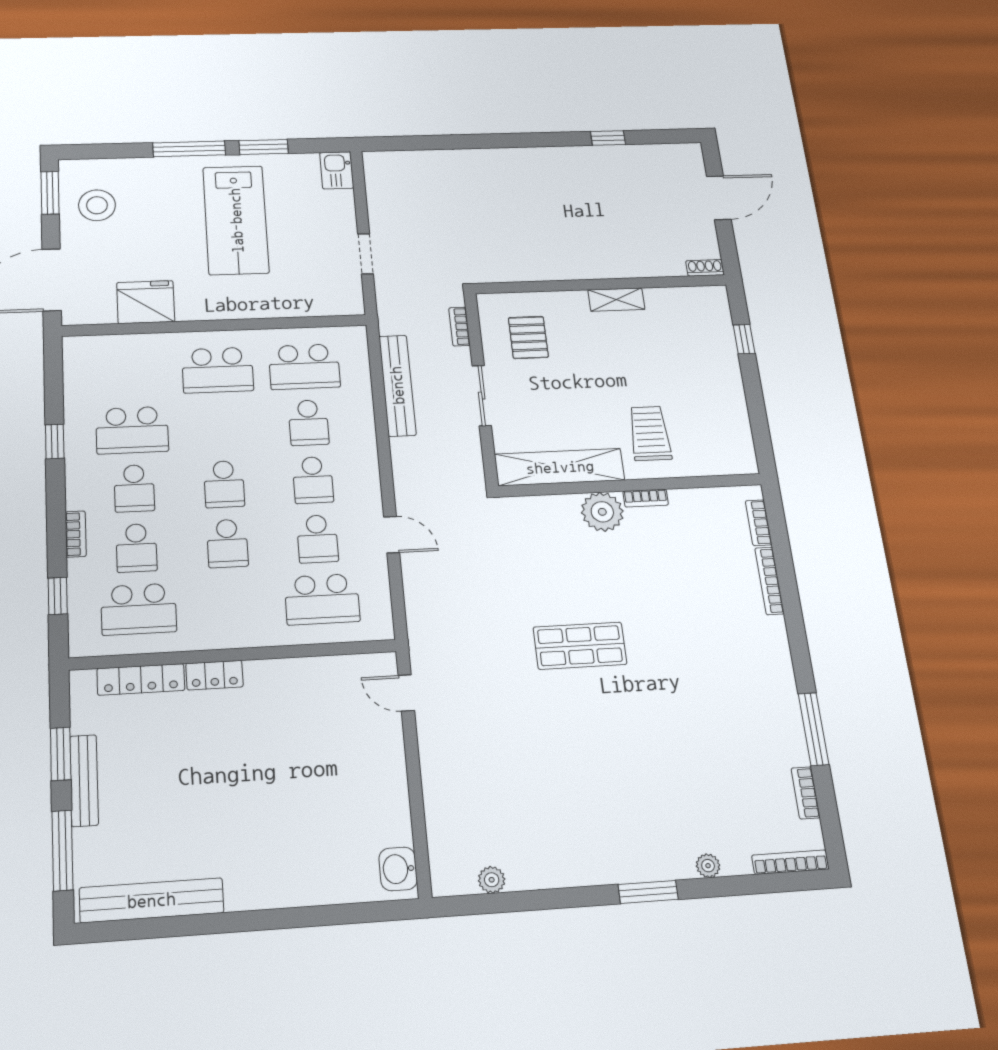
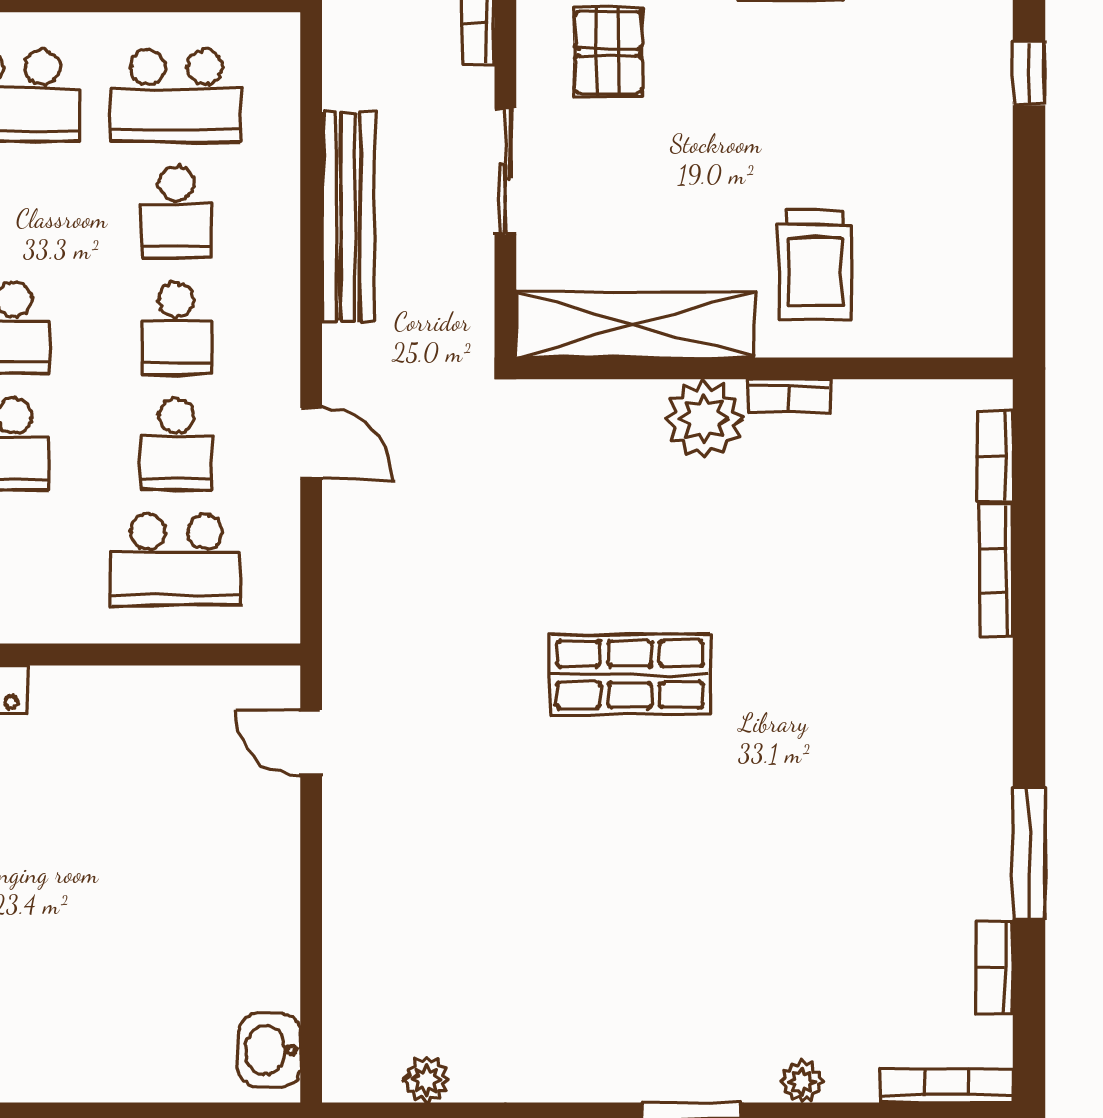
bench: (397, 385) -> (348, 216), moved
trolley: (650, 433) -> (815, 264), turned 180

